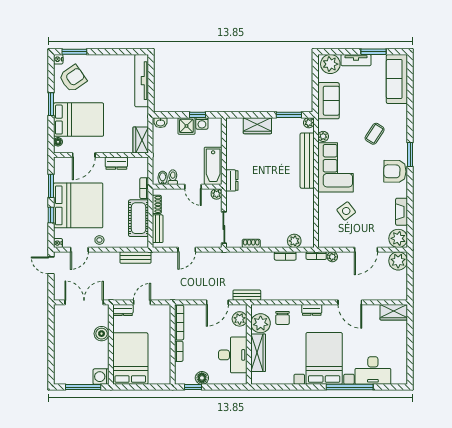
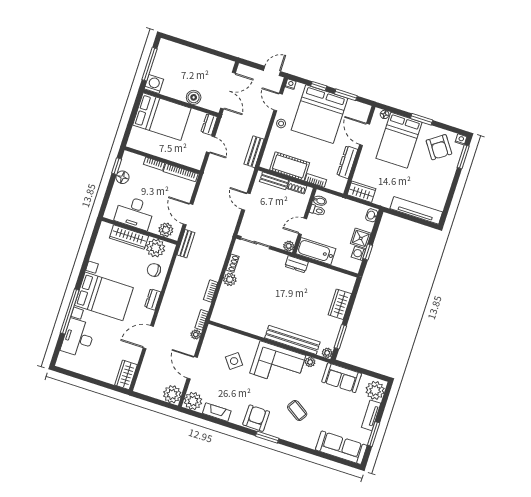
dresser: (116, 163) -> (347, 162), width x1.44
plant: (294, 241) -> (230, 279), moved

